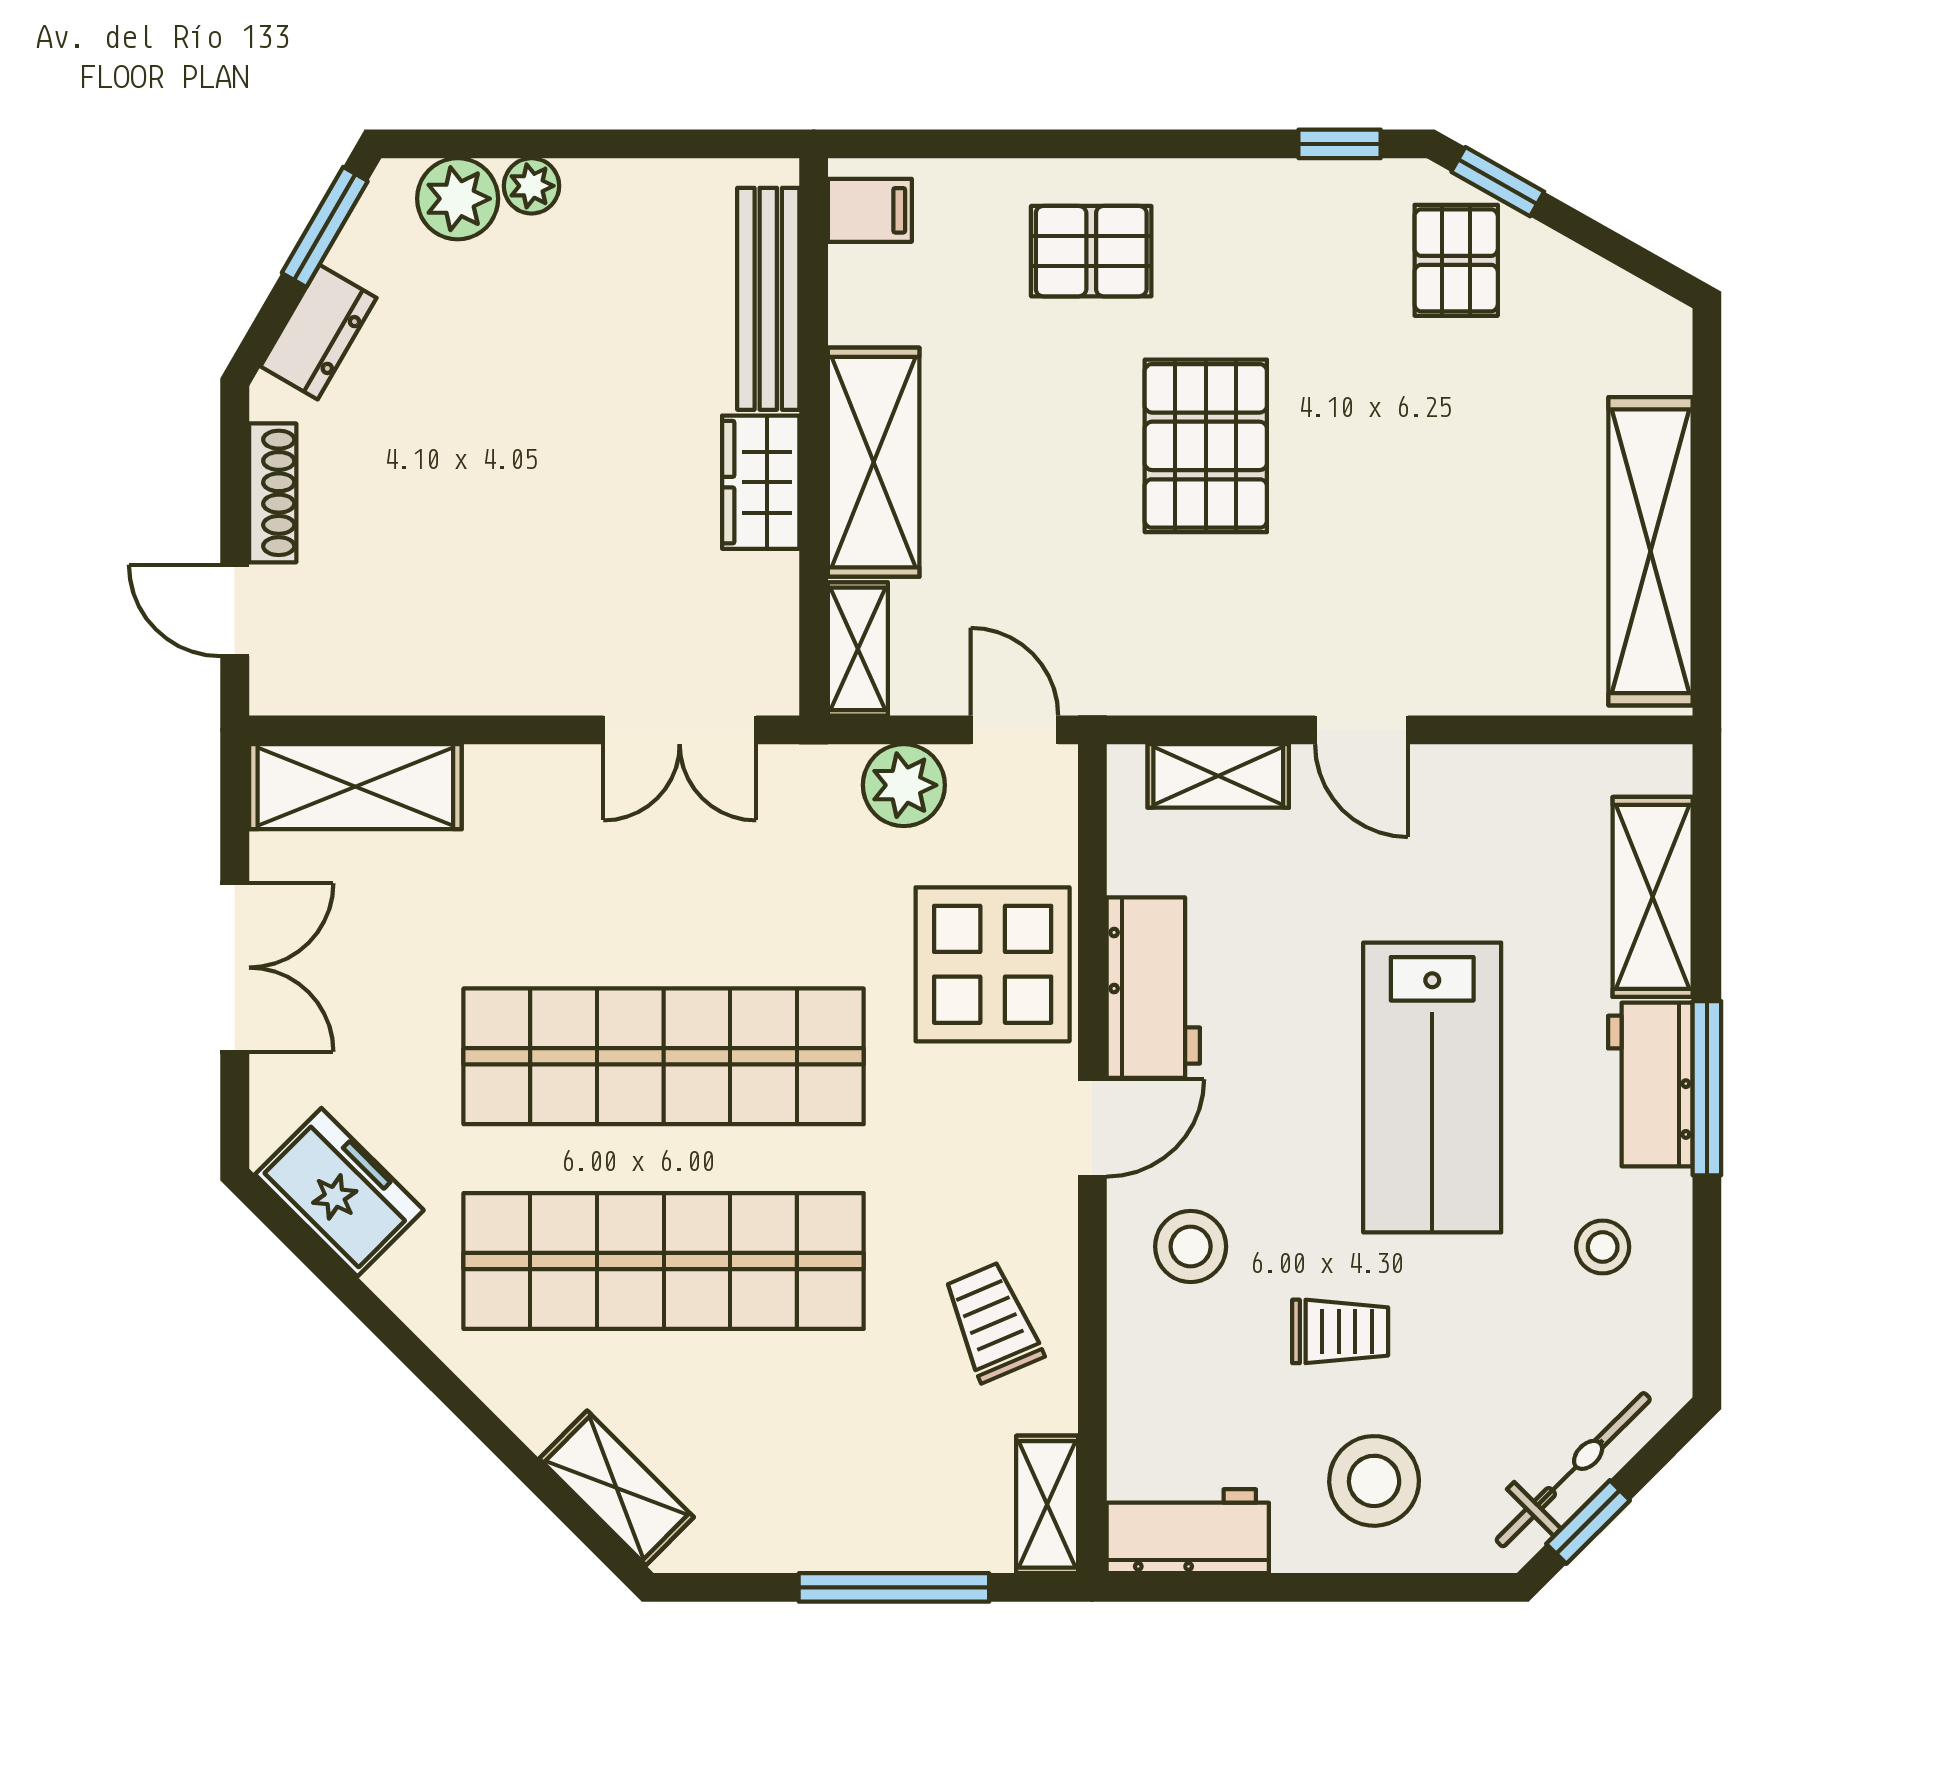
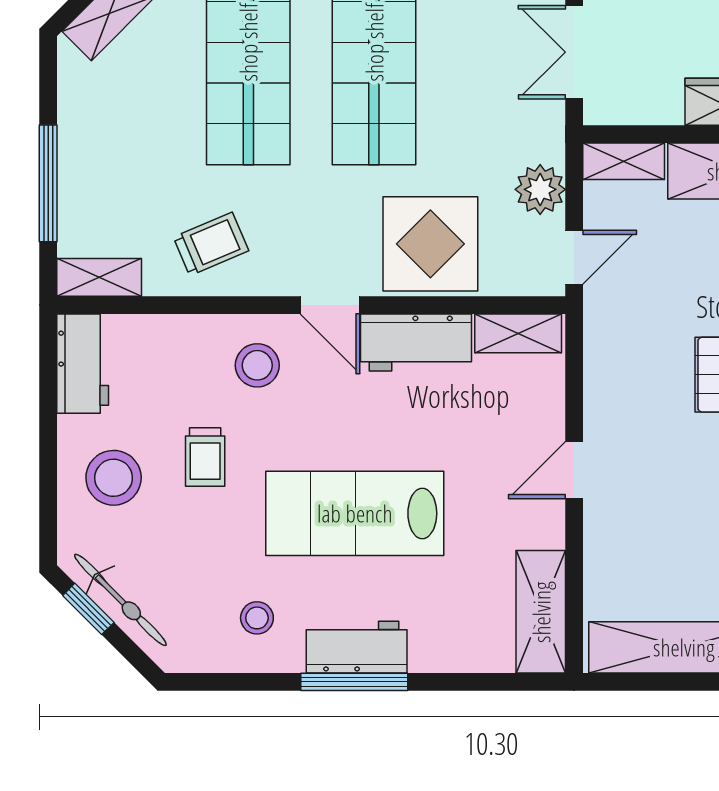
shelving: (1218, 776) -> (518, 333), moved, turned 90
shelving: (1653, 897) -> (541, 612), moved, turned 90

